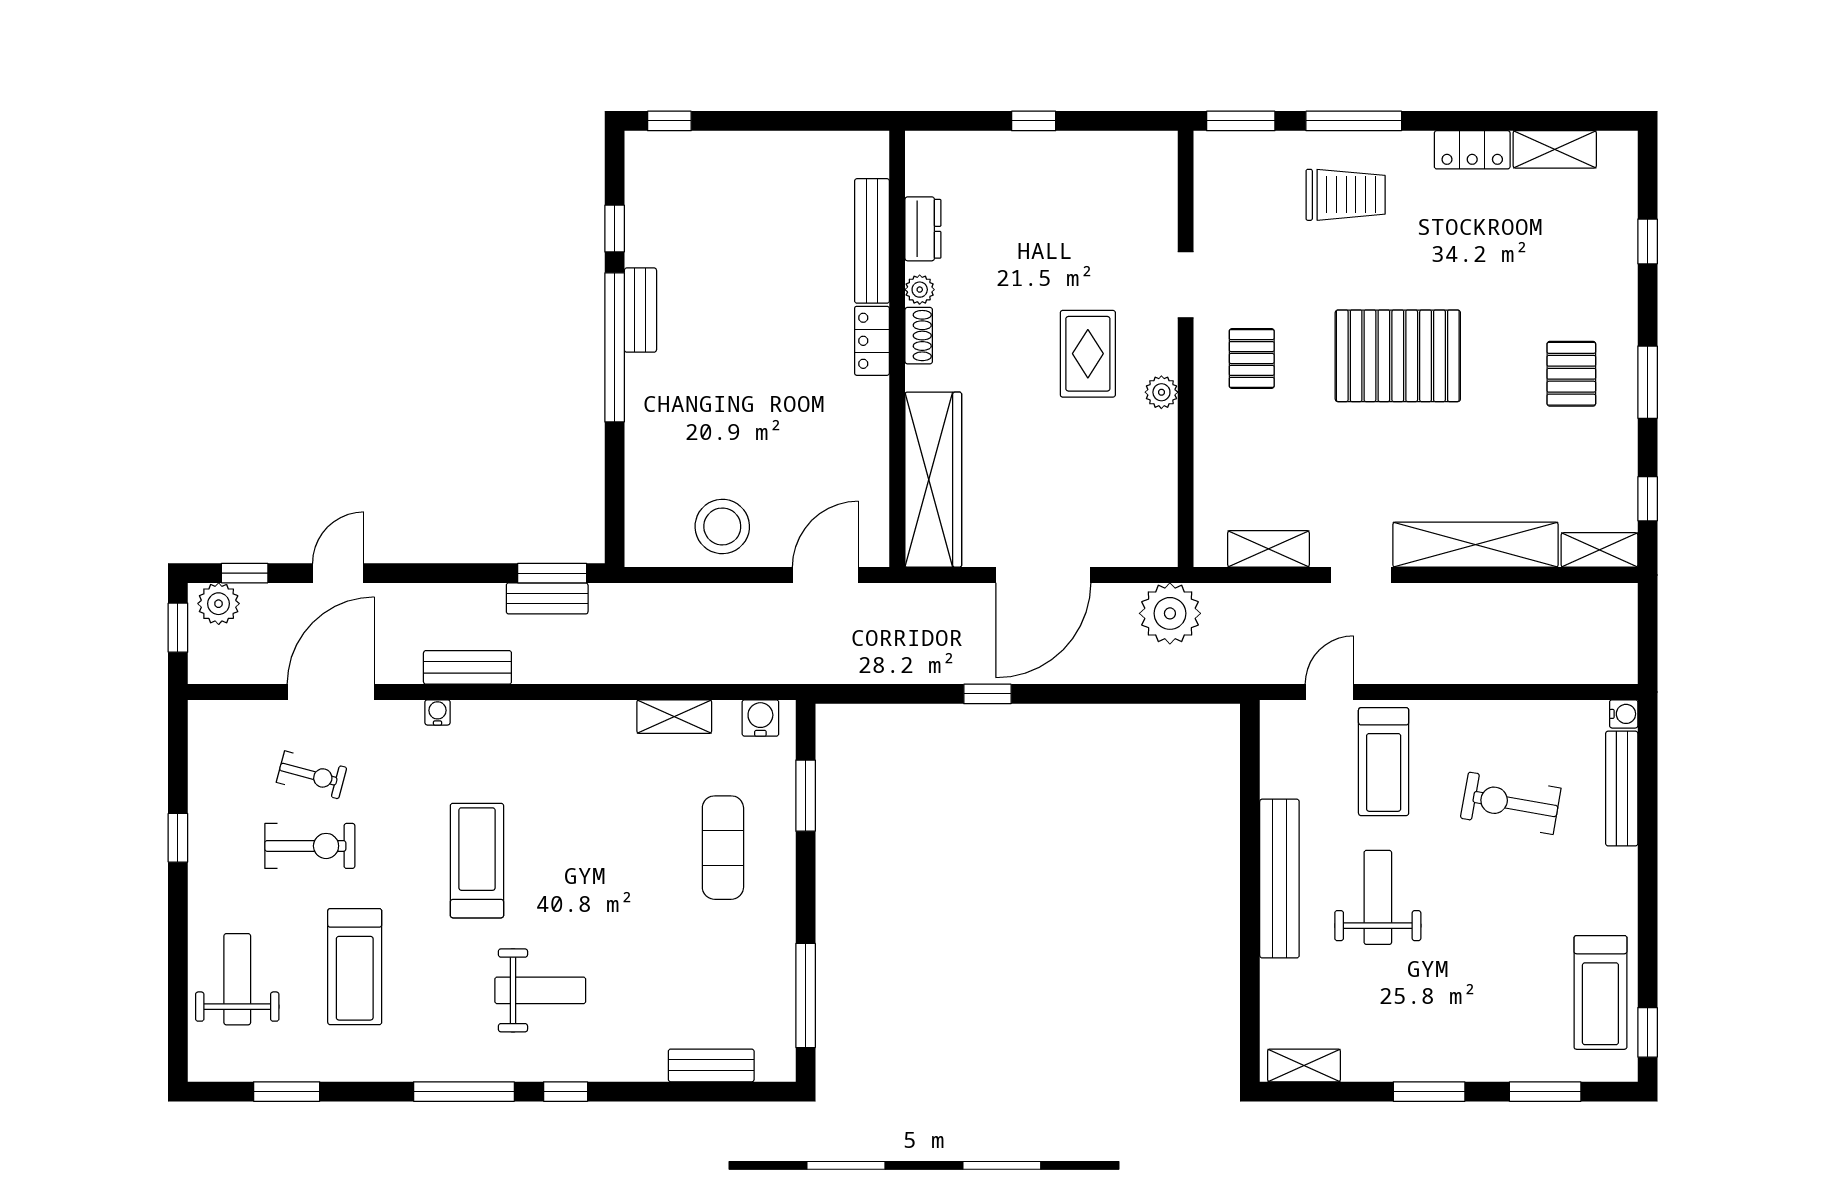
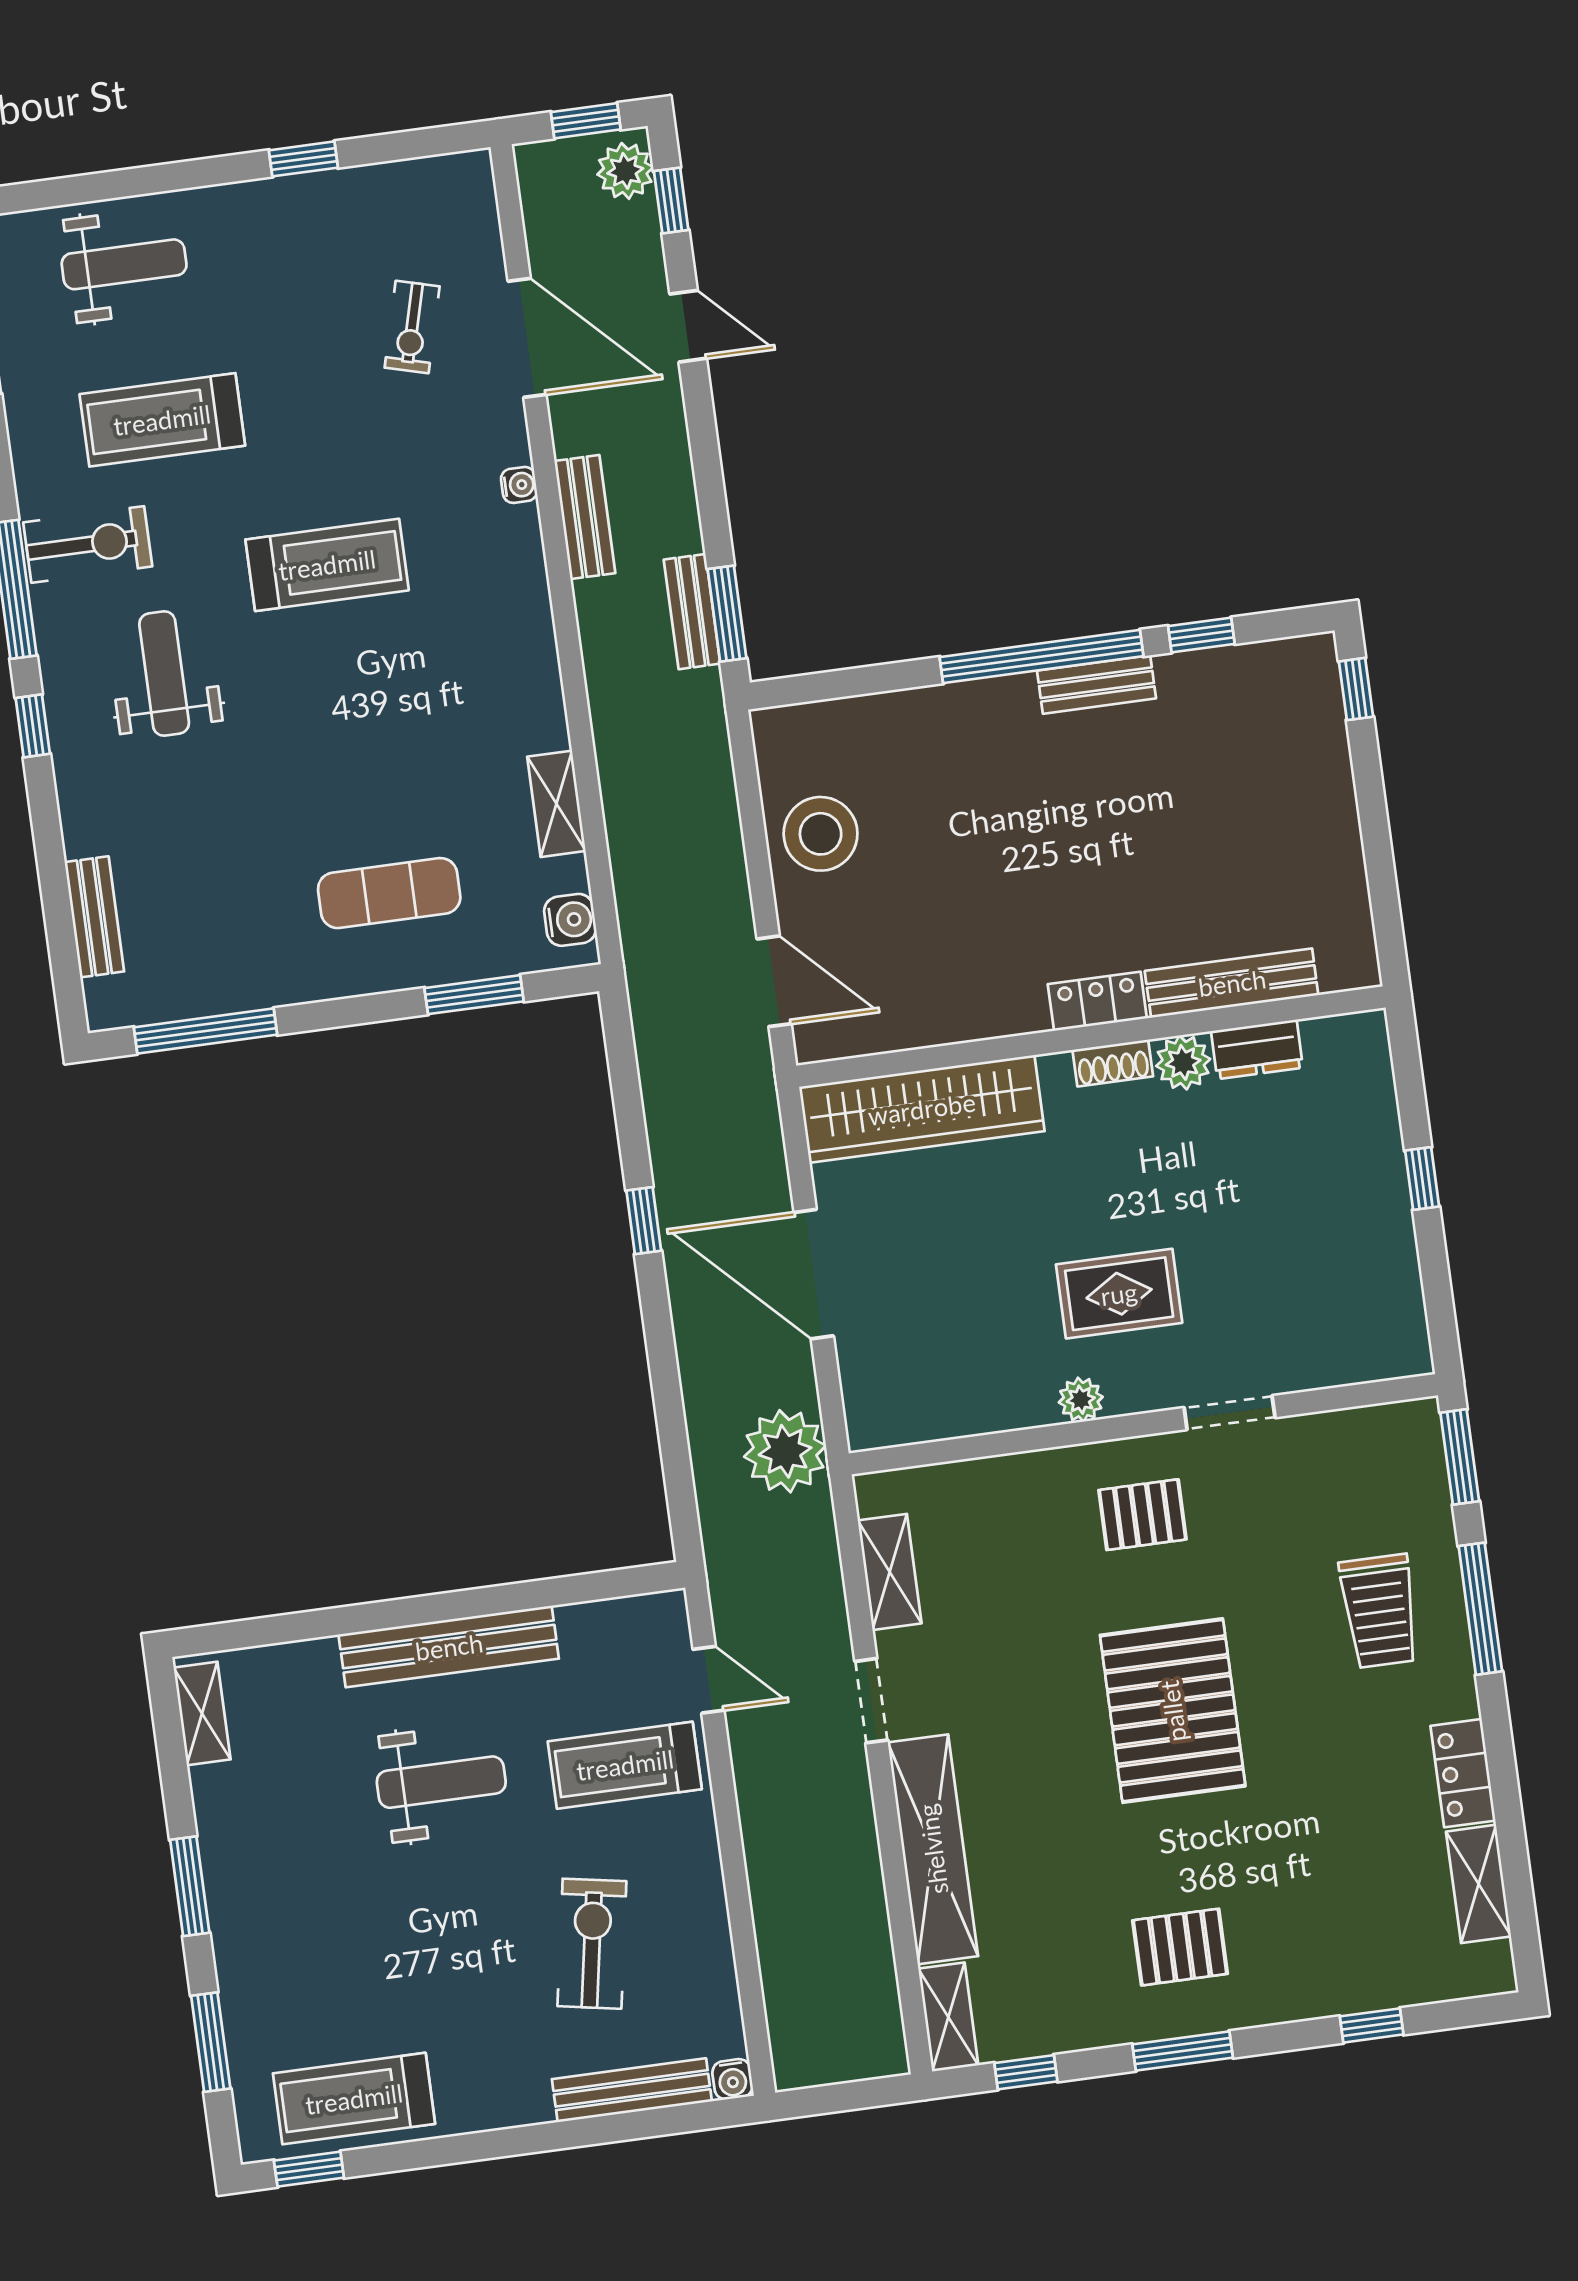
plant: (920, 290) -> (1183, 1062), width x1.38, depth x1.38
exercise bike: (310, 846) -> (88, 544), moved, turned -90
weight bench: (540, 990) -> (164, 674), turned 180

